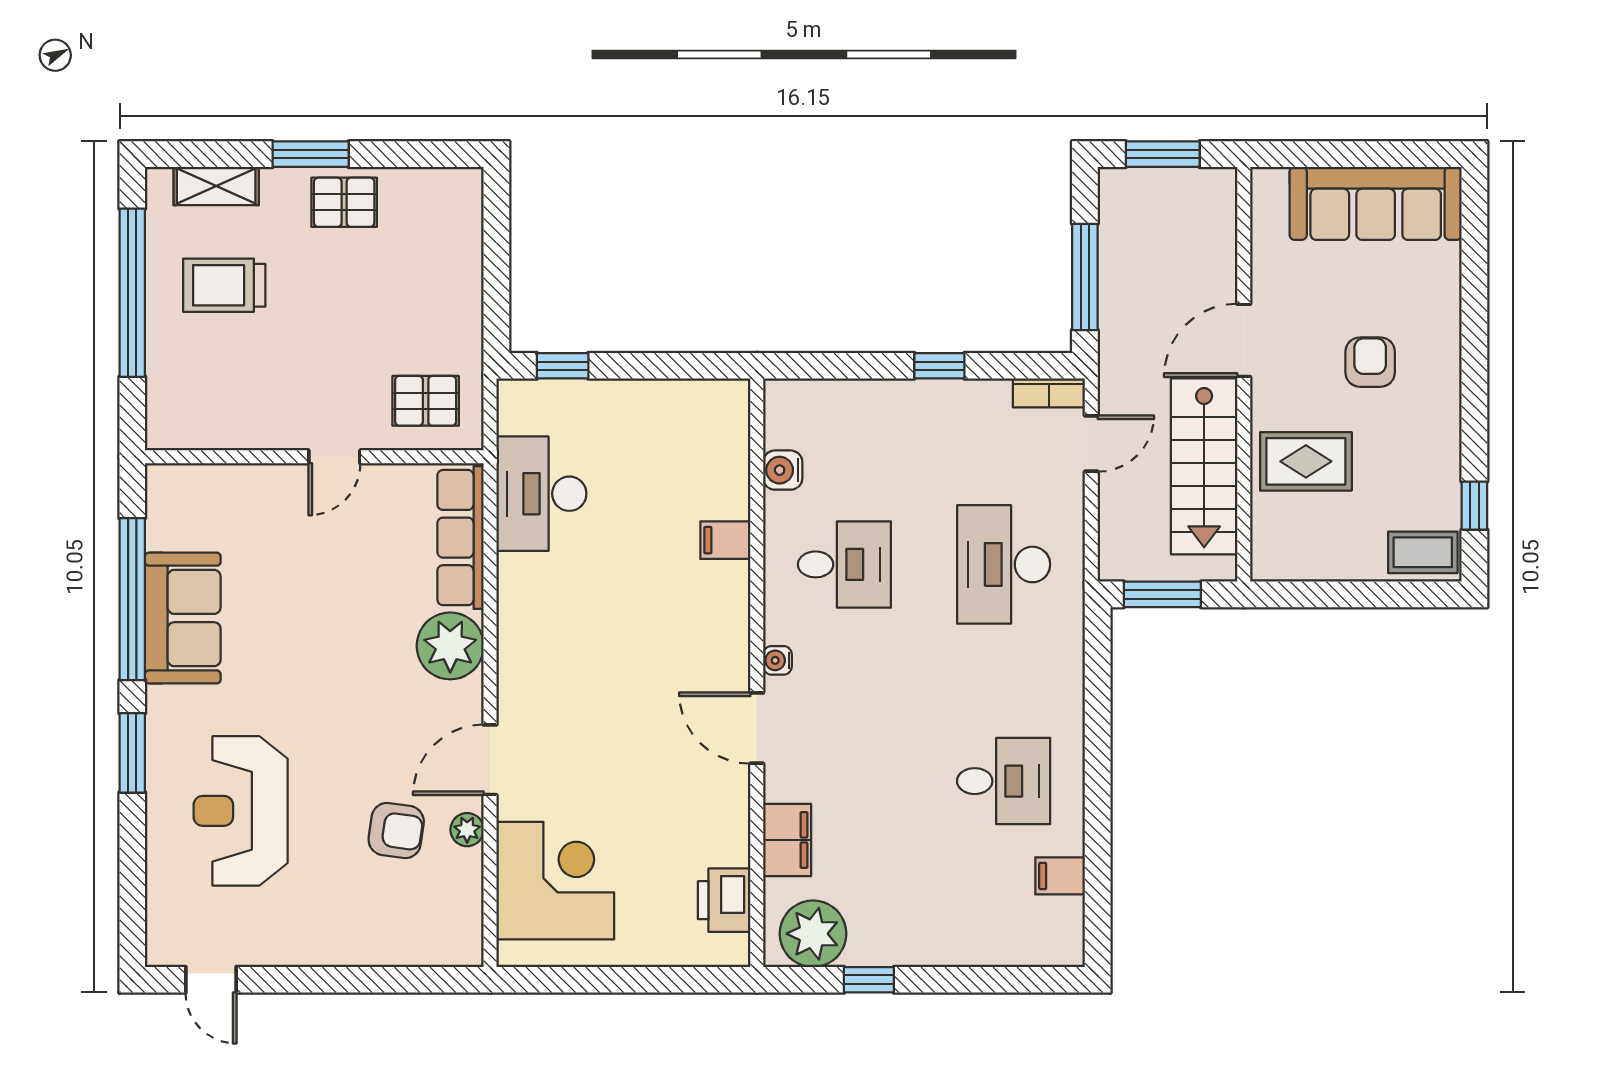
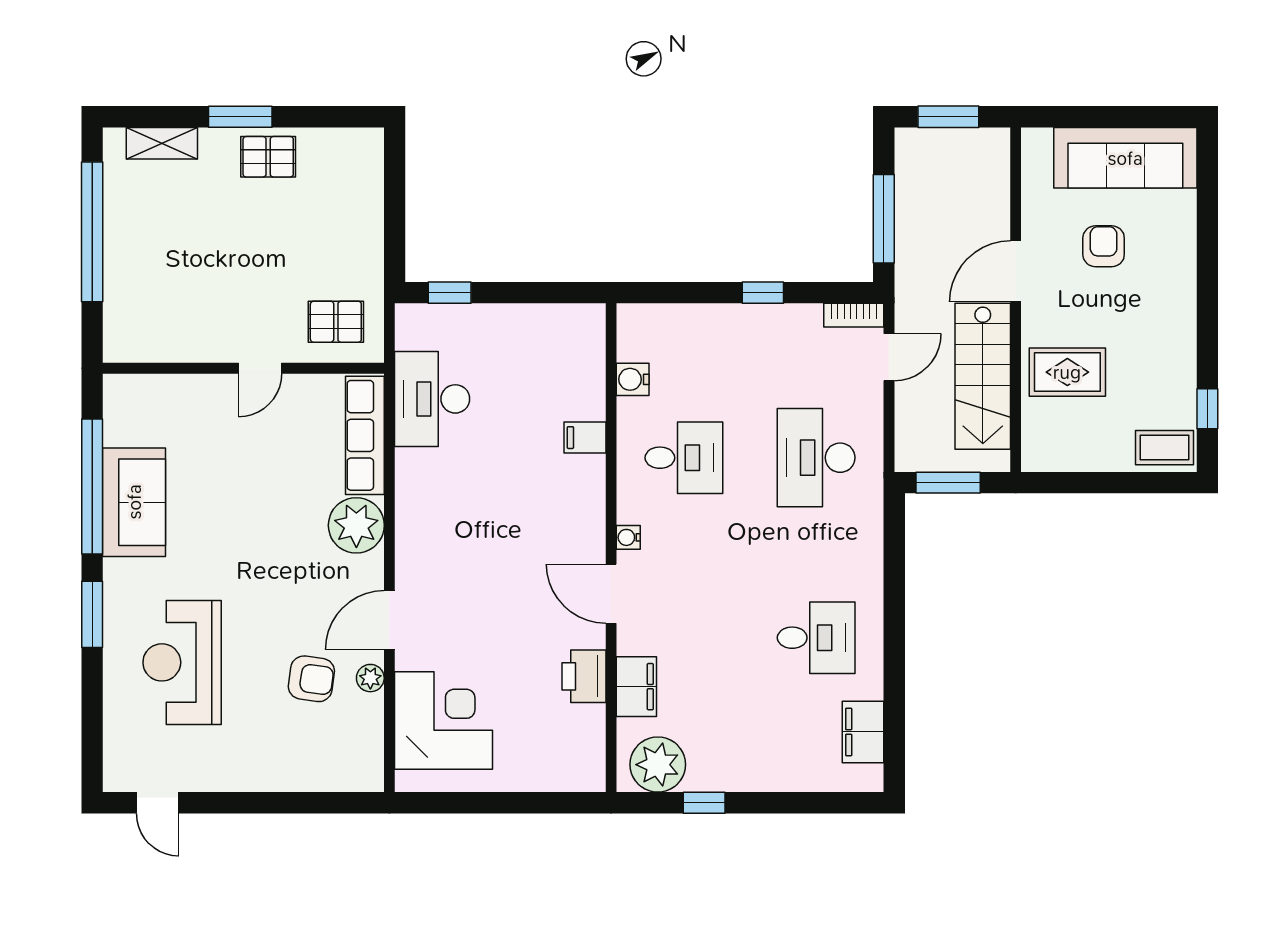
trolley: (224, 285) -> (169, 226), removed
armchair: (1370, 362) -> (1104, 246), moved
filing cabinet: (1060, 876) -> (863, 732), width x2.00
printer: (724, 900) -> (584, 676), moved

